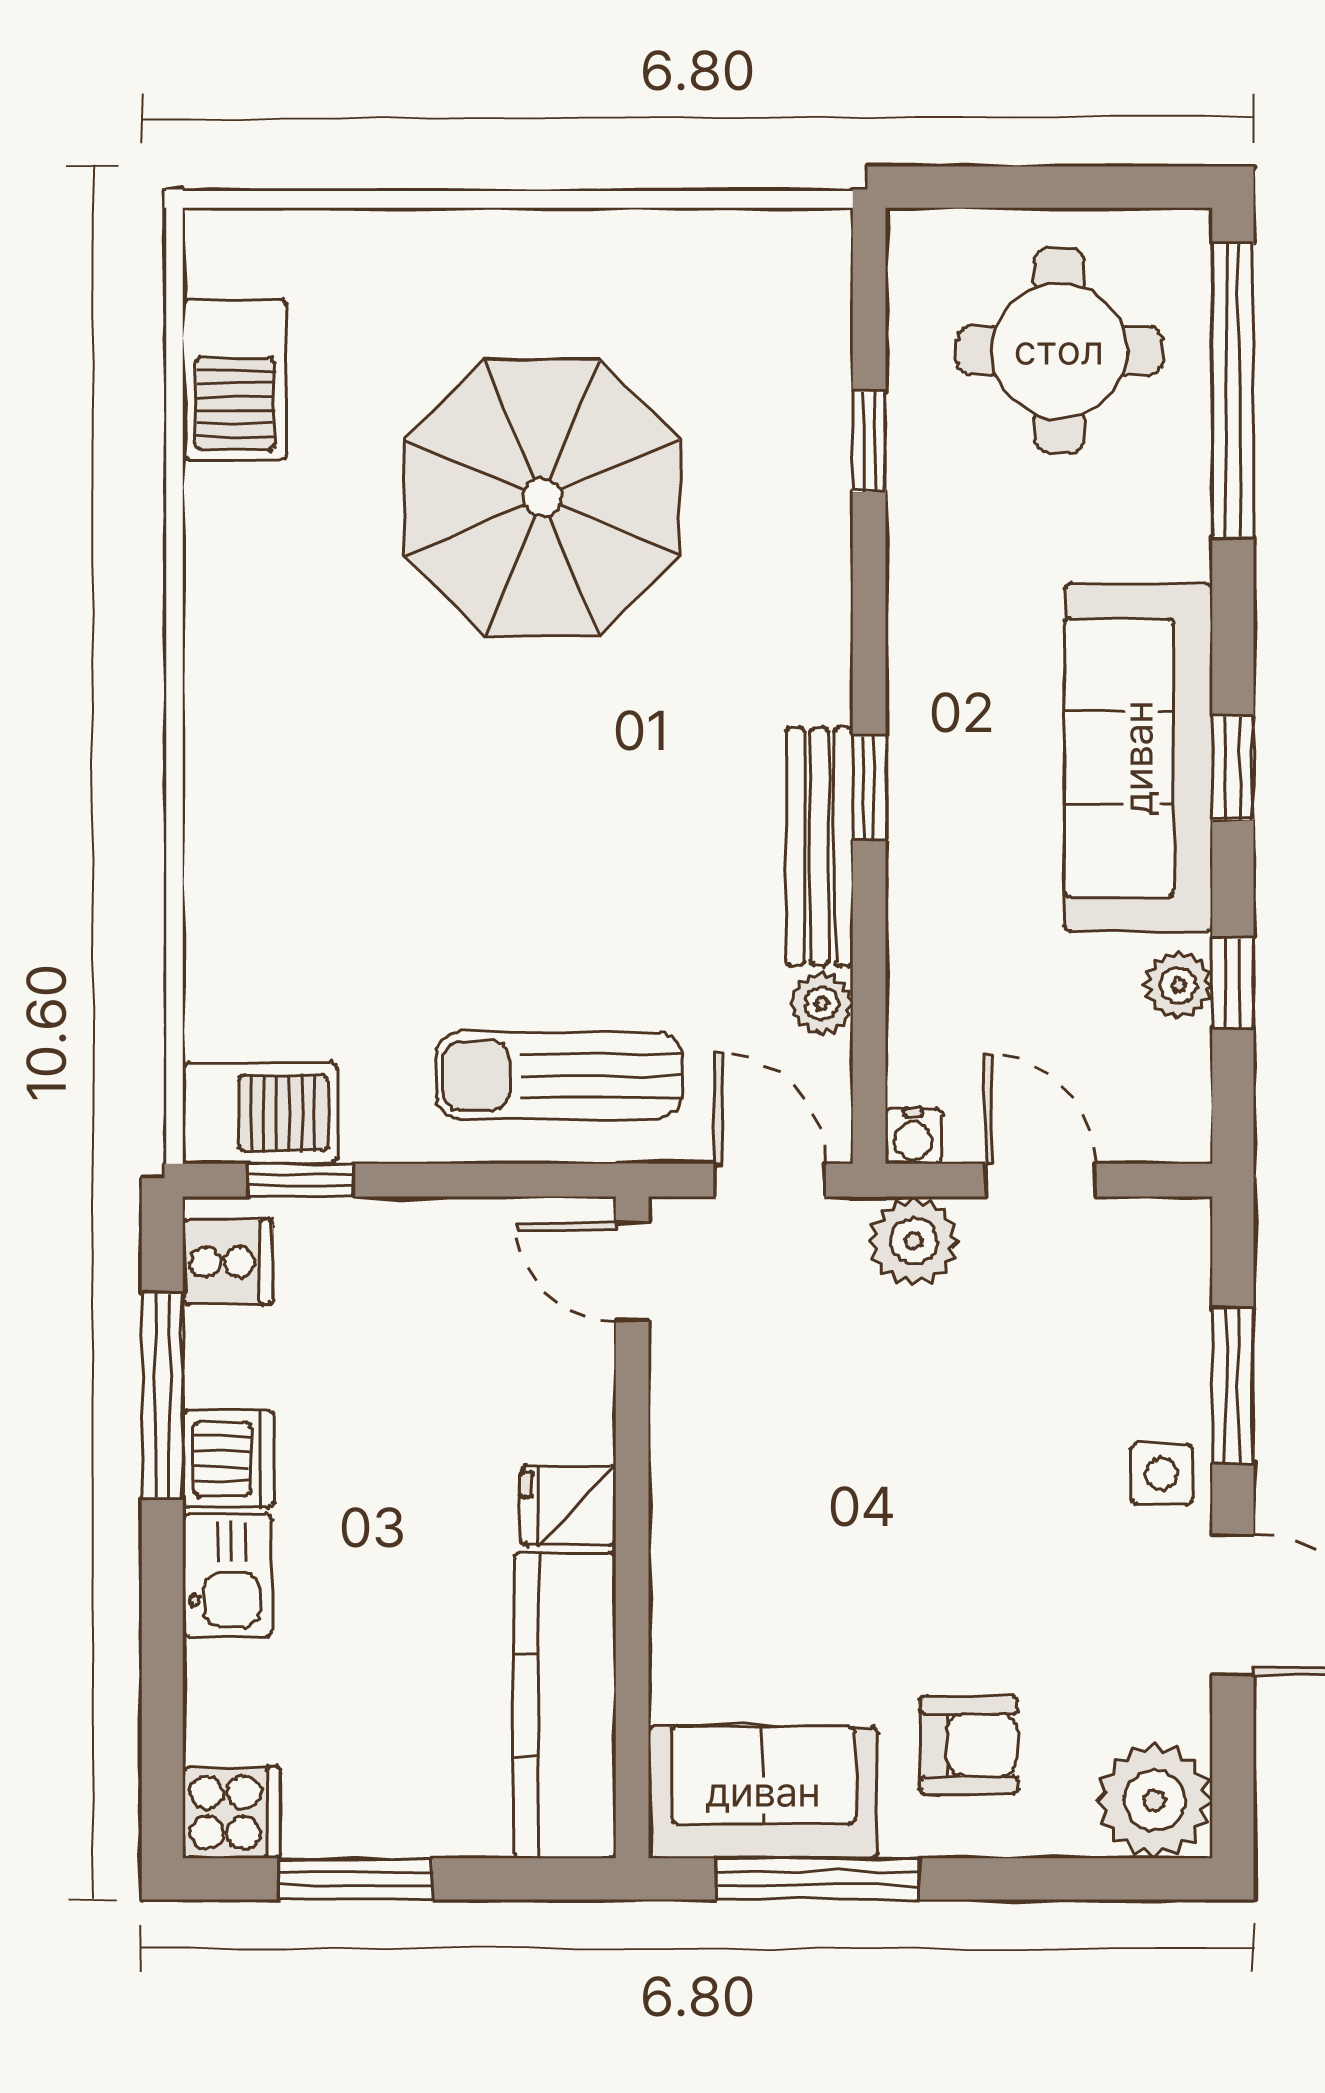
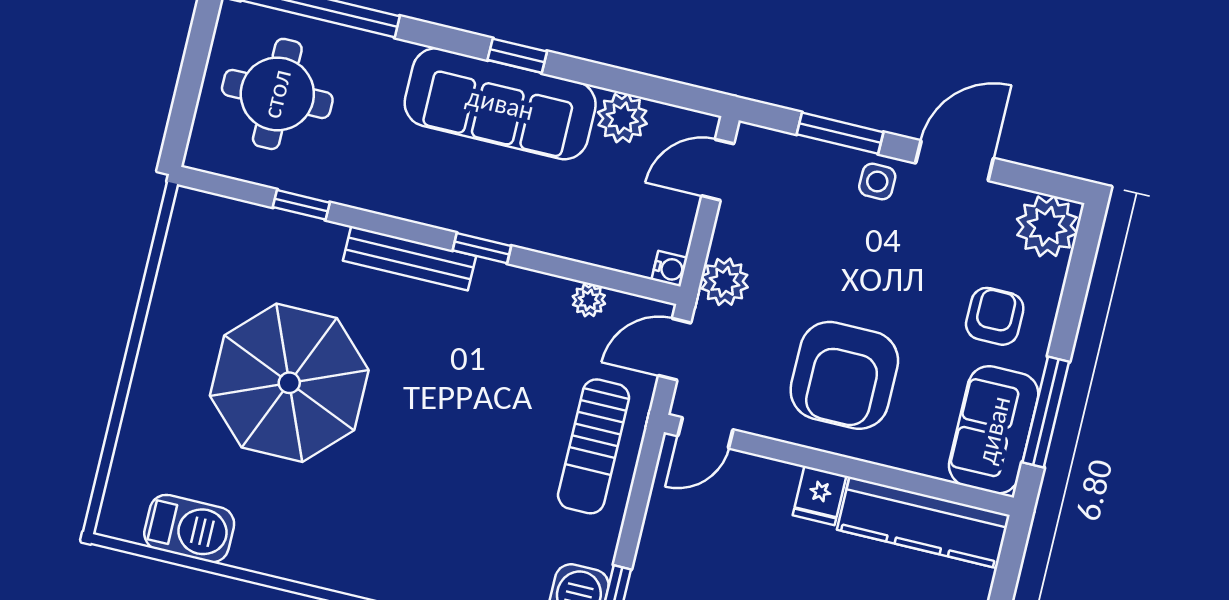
bench: (819, 847) -> (410, 258), moved
window: (1233, 983) -> (630, 83), removed
plant: (1178, 985) -> (622, 118), width x1.38, depth x1.38
door: (1040, 1180) -> (718, 170), moved
armchair: (797, 1498) -> (844, 375), added

